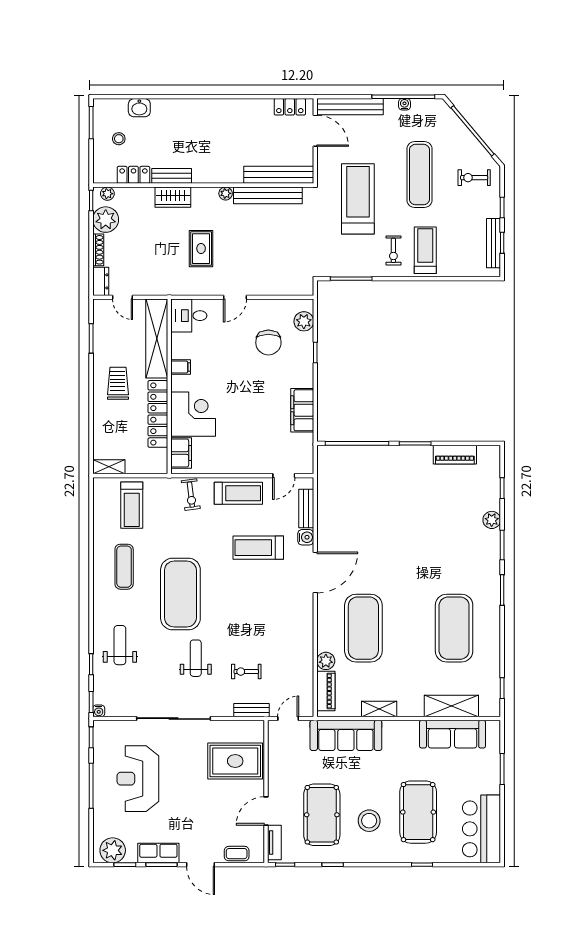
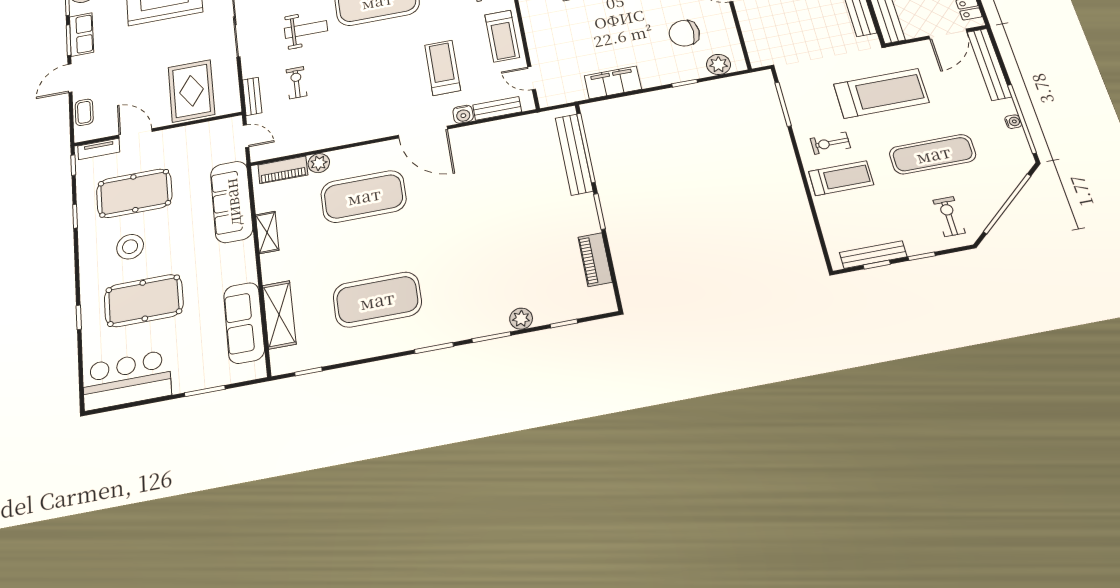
bench: (361, 454) -> (574, 154), added

